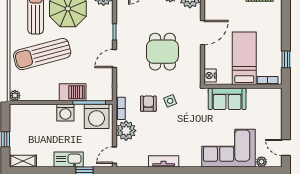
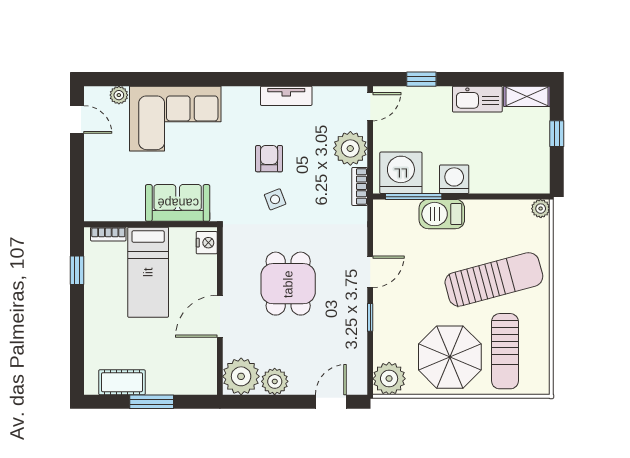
armchair: (148, 104) -> (269, 159), moved, turned 180
kitchen sink: (69, 159) -> (477, 99), moved

